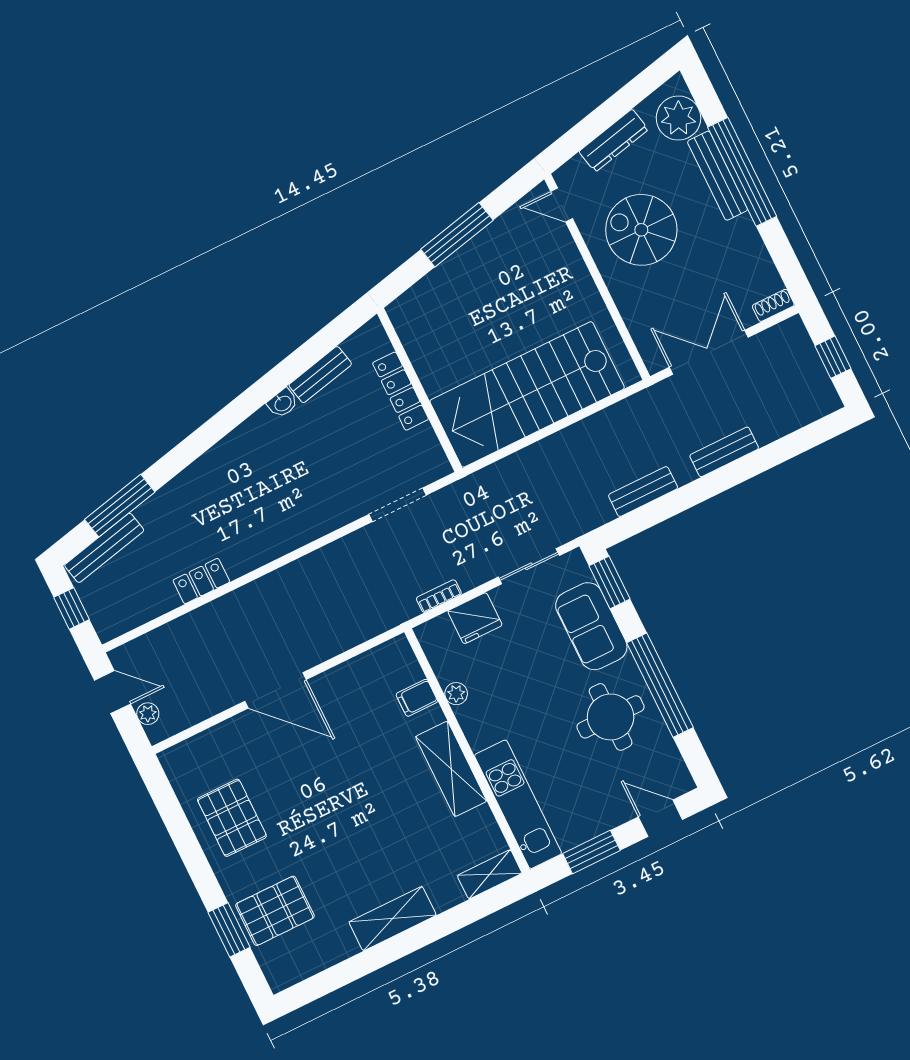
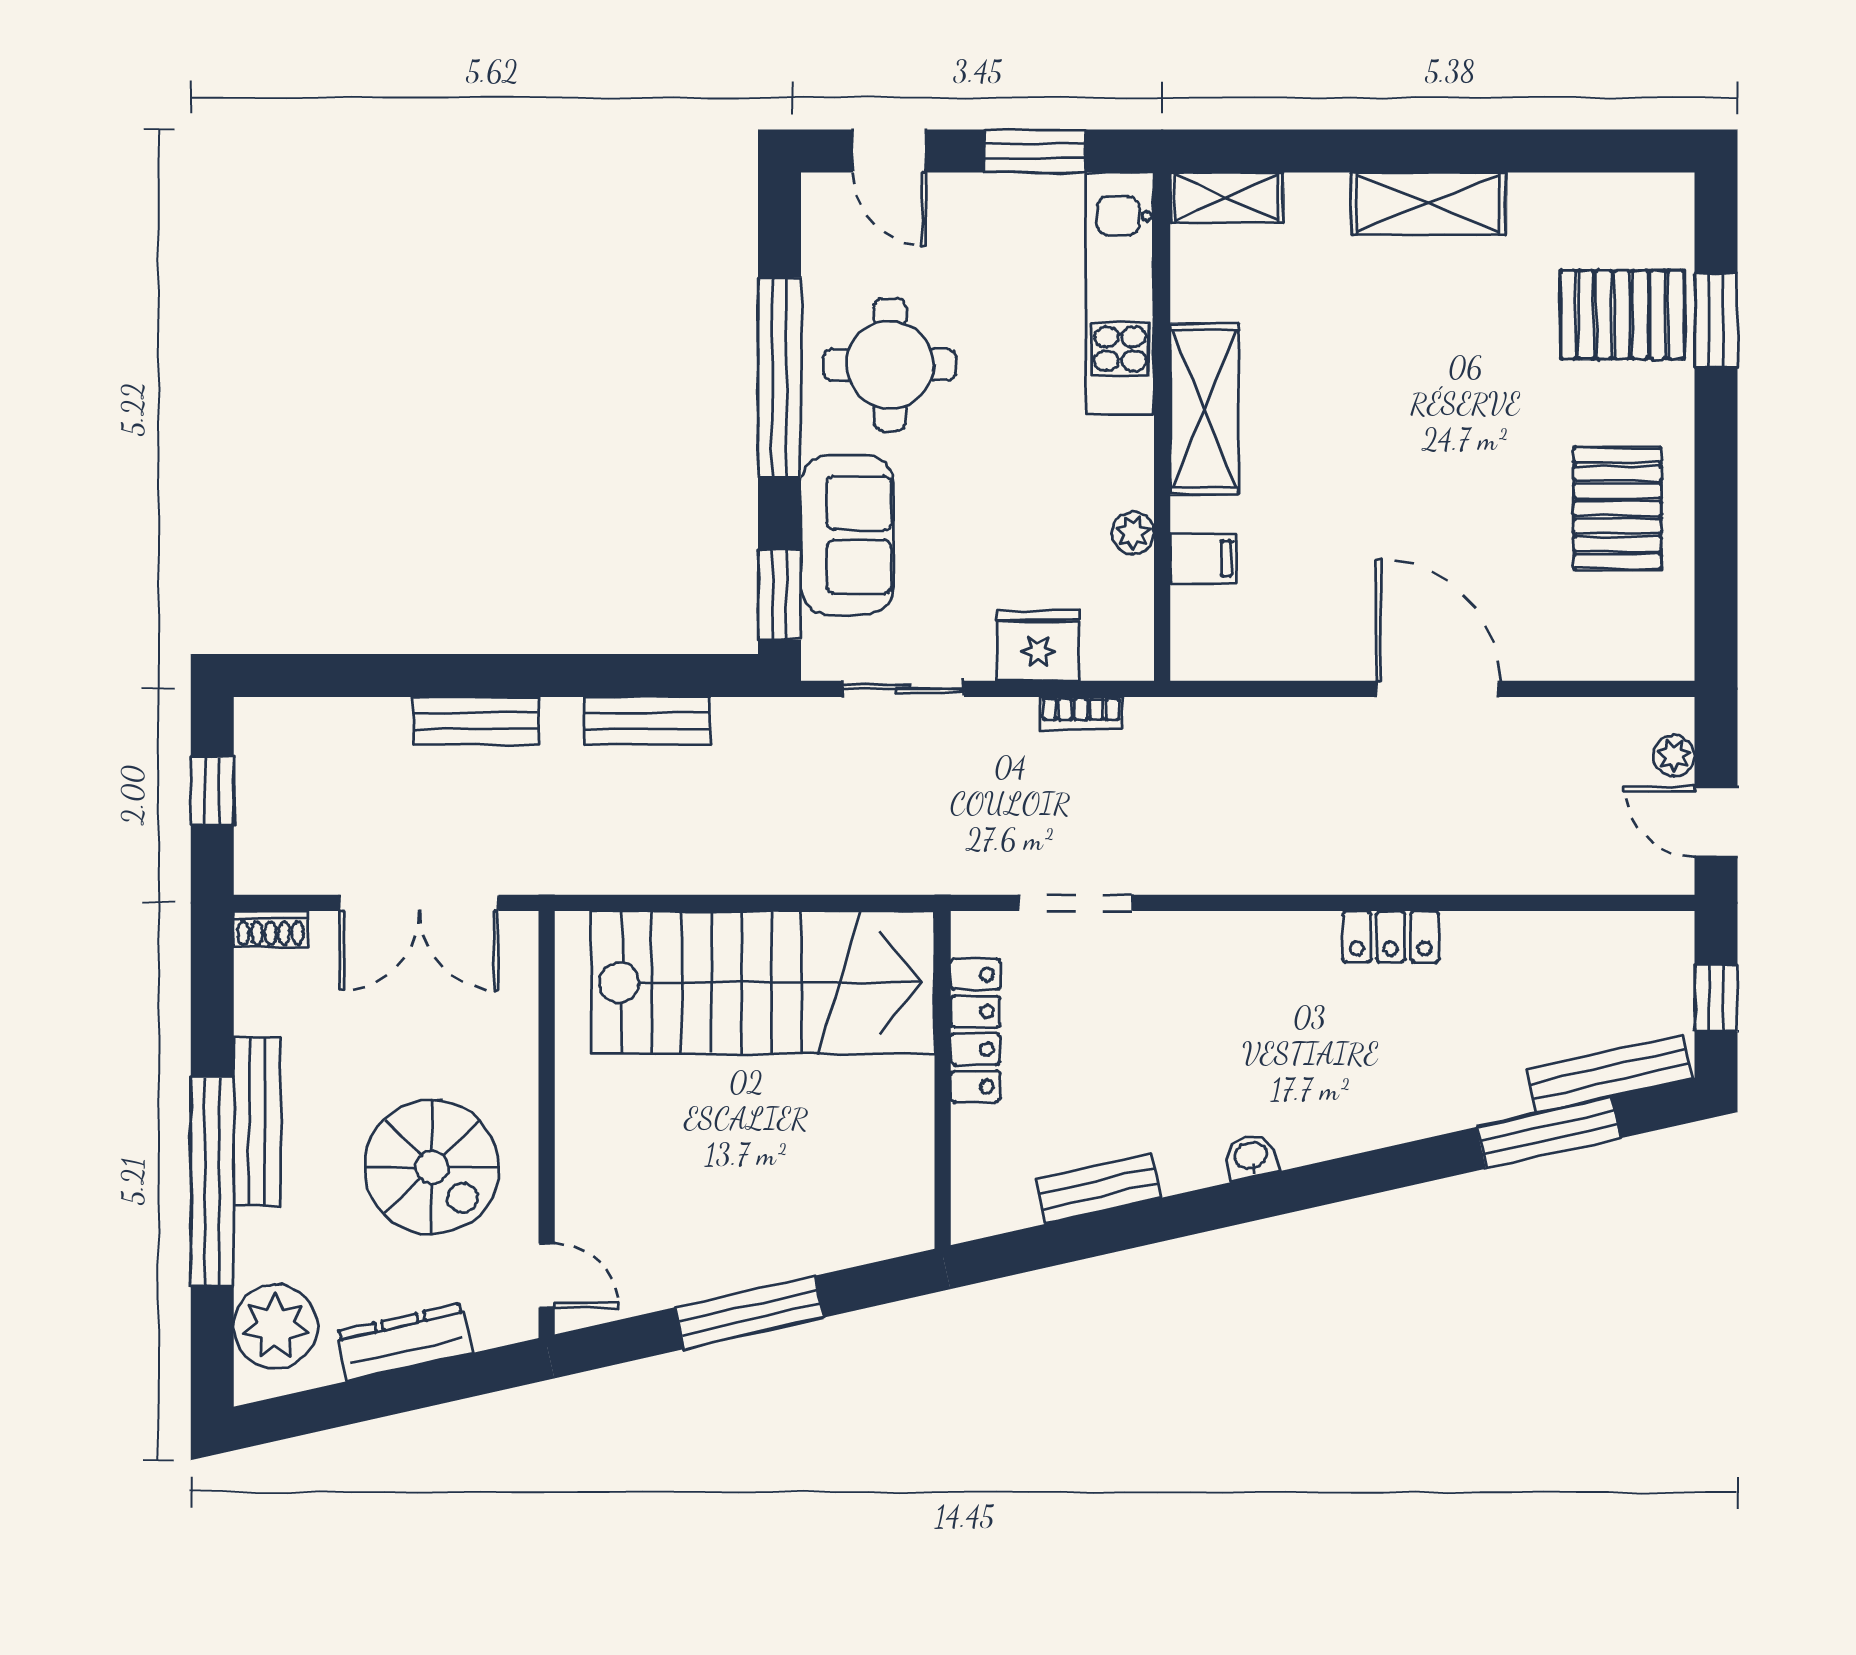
bench: (718, 176) -> (257, 1122), moved
locker: (401, 391) -> (975, 1030), moved
washbasin: (283, 403) -> (1251, 1157), moved
locker: (201, 581) -> (1391, 937), moved

